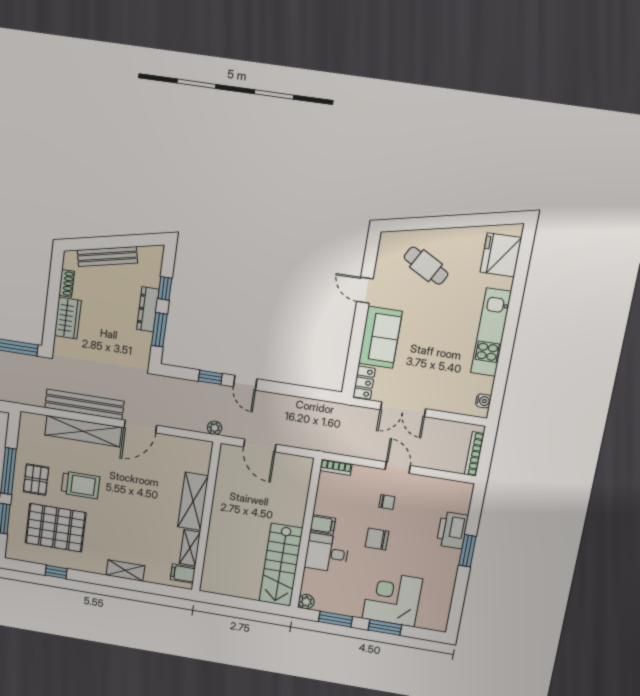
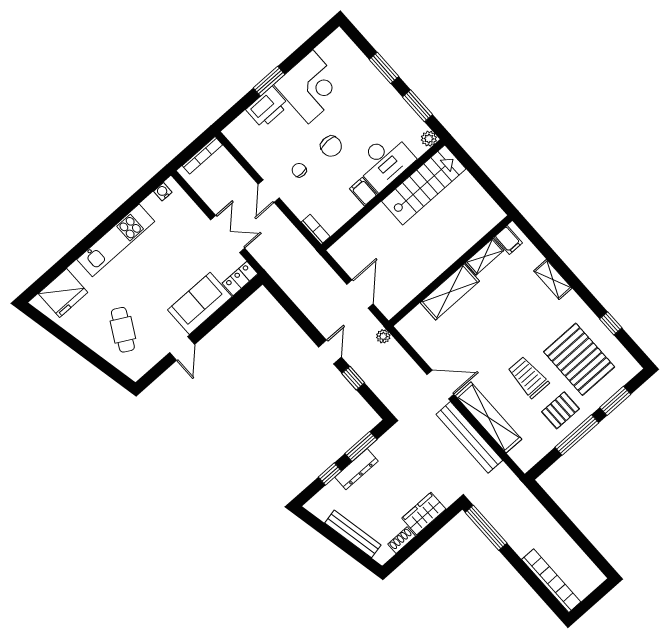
desk: (327, 553) -> (385, 161), width x1.37
corner desk: (392, 599) -> (311, 87), moved, turned -90

